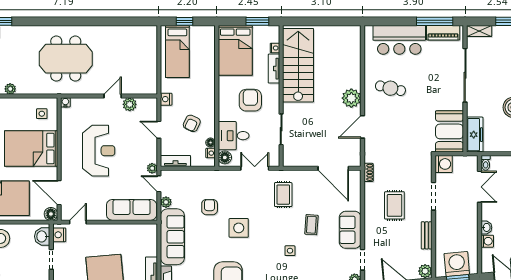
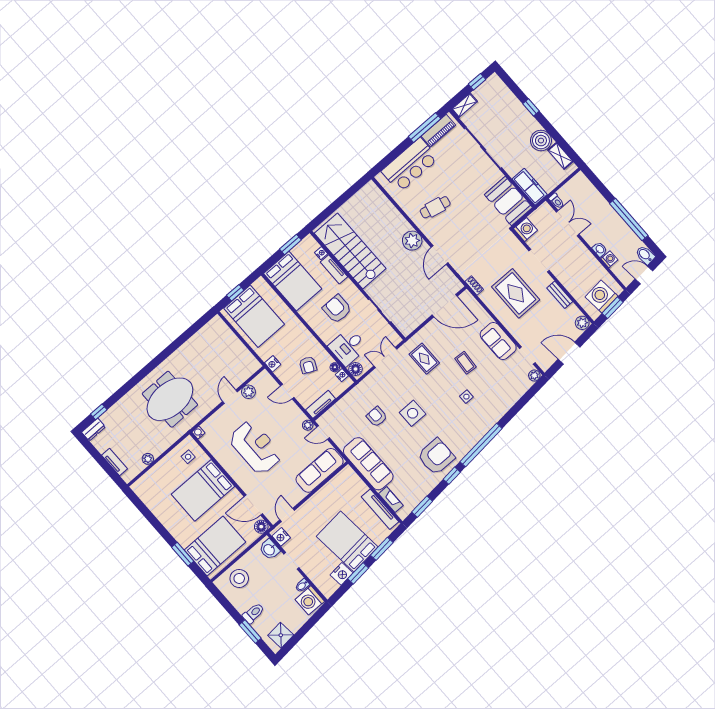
bed: (177, 51) -> (254, 316), width x1.50
plant: (166, 202) -> (341, 442), removed
rug: (394, 205) -> (516, 293), width x1.36, depth x1.43

